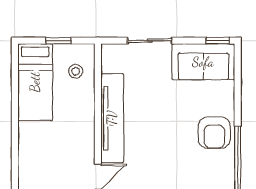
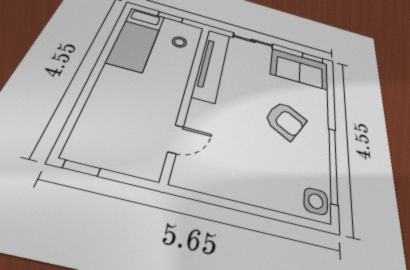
tv unit: (112, 118) -> (212, 64), moved
armchair: (214, 133) -> (285, 120), moved, turned -60

